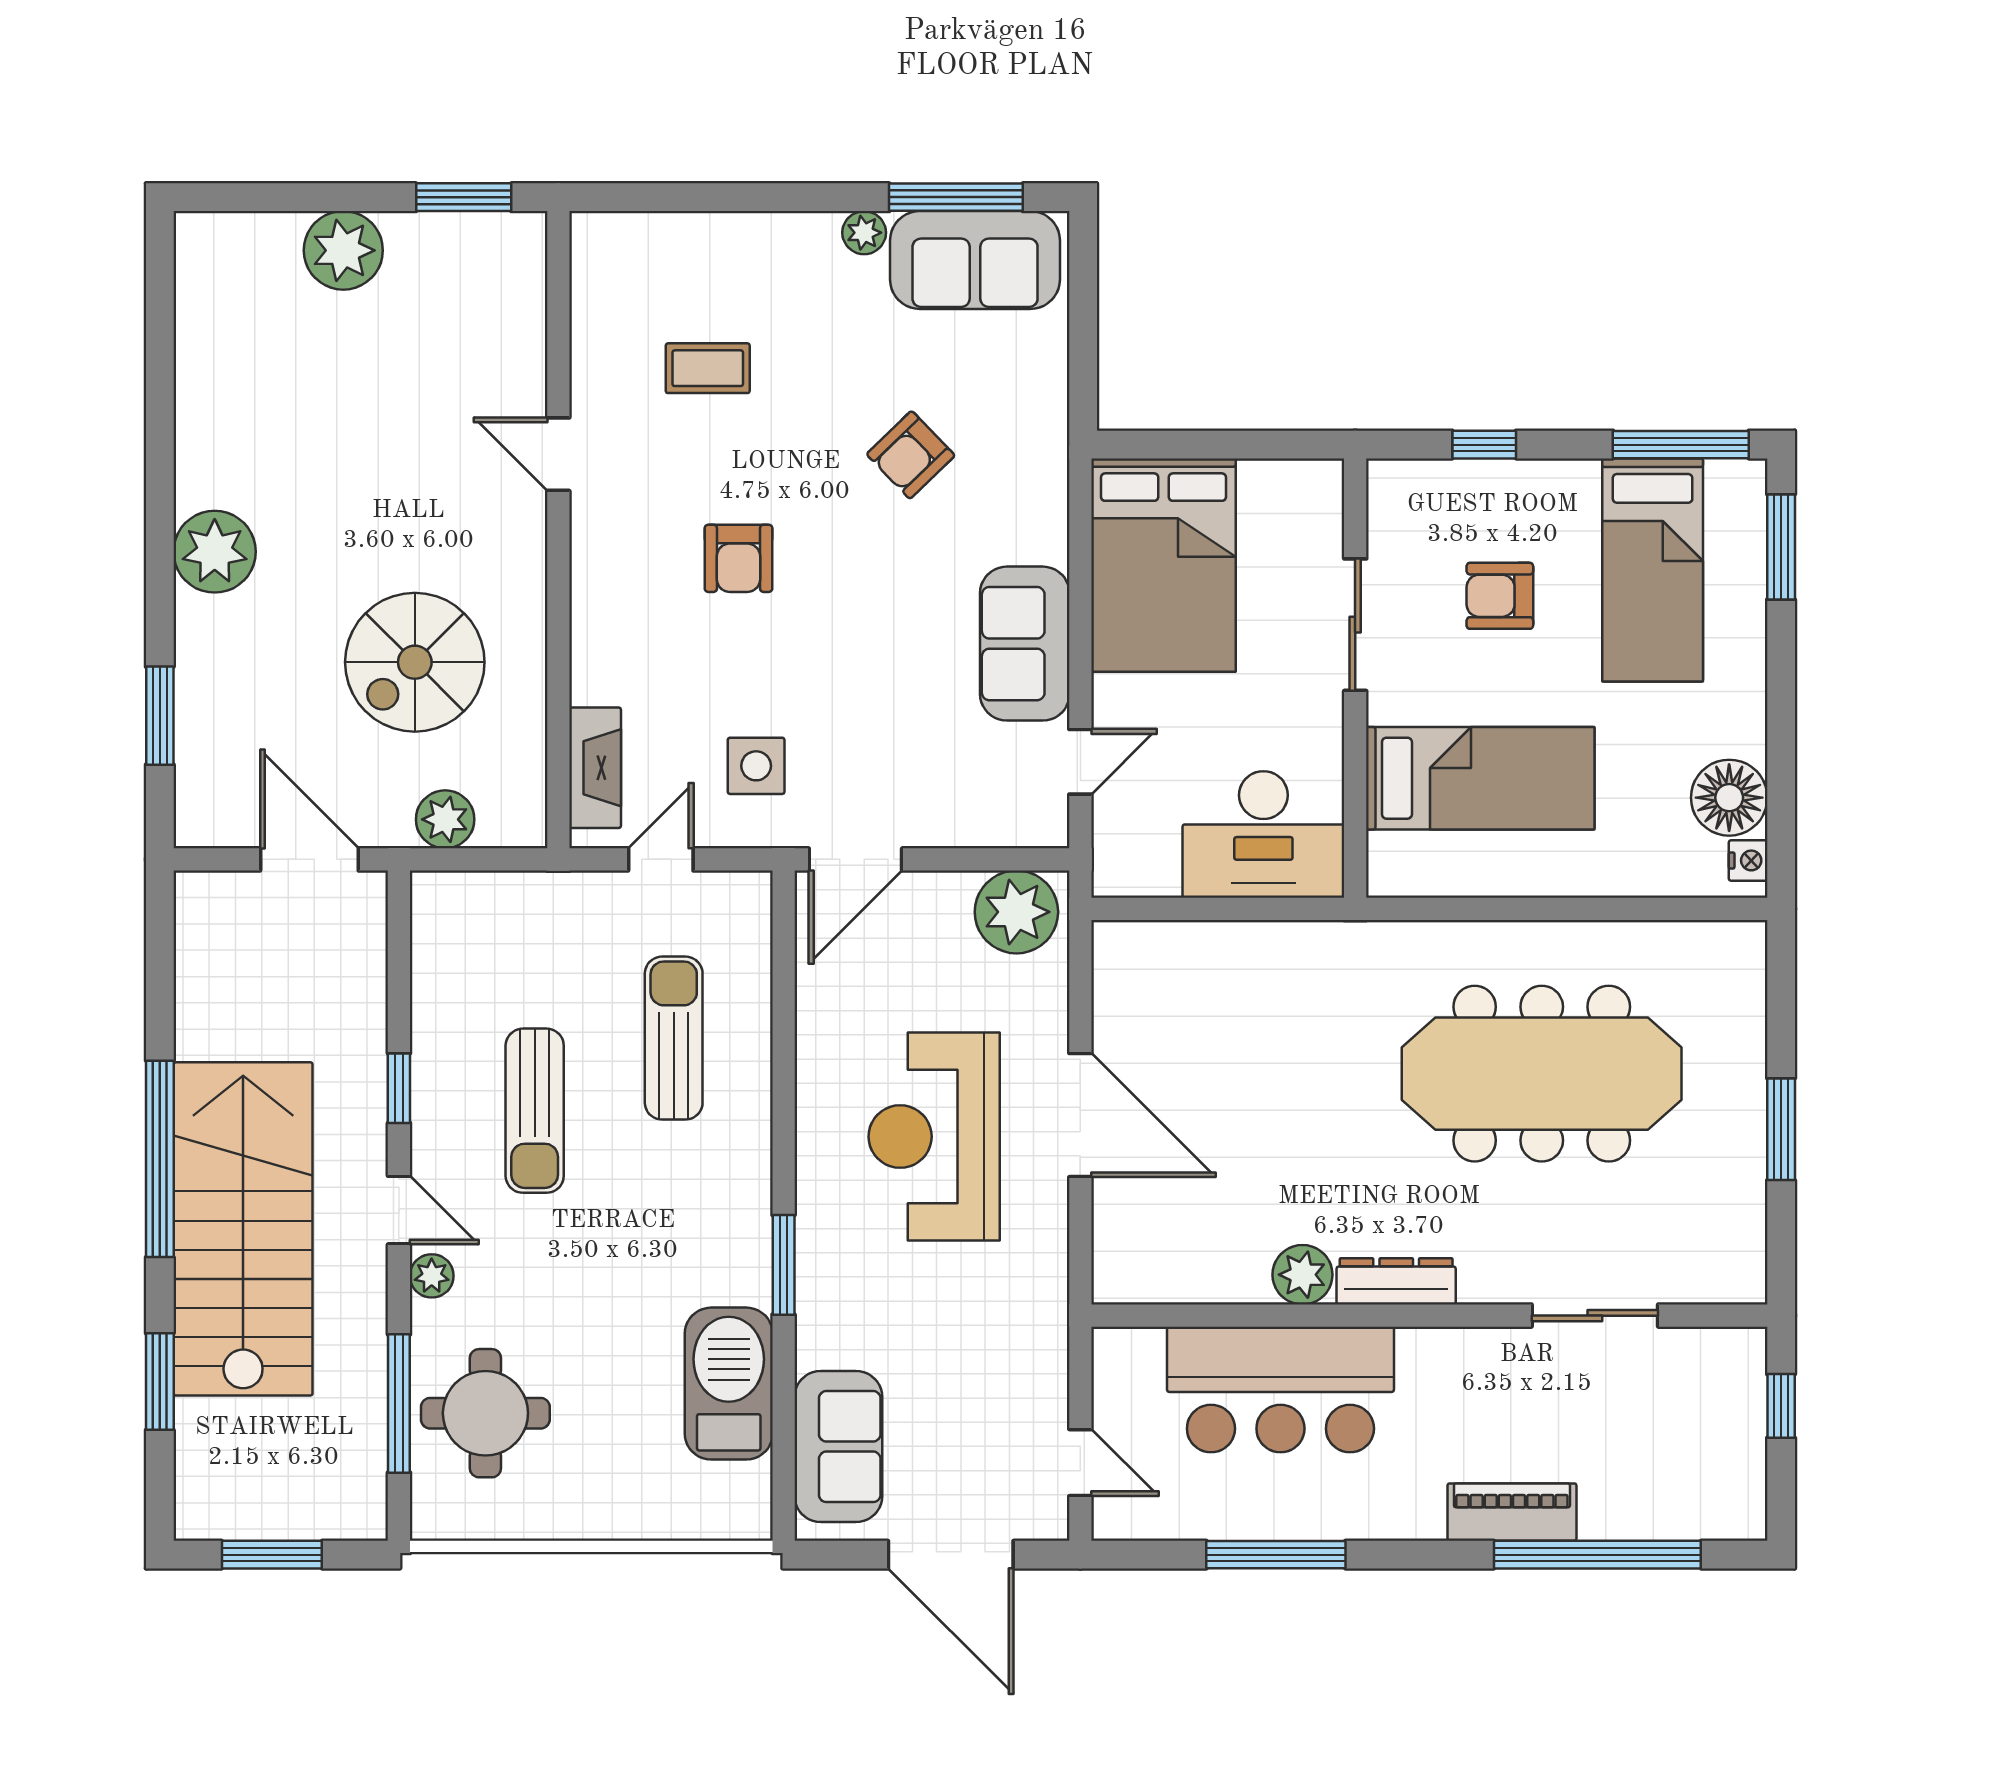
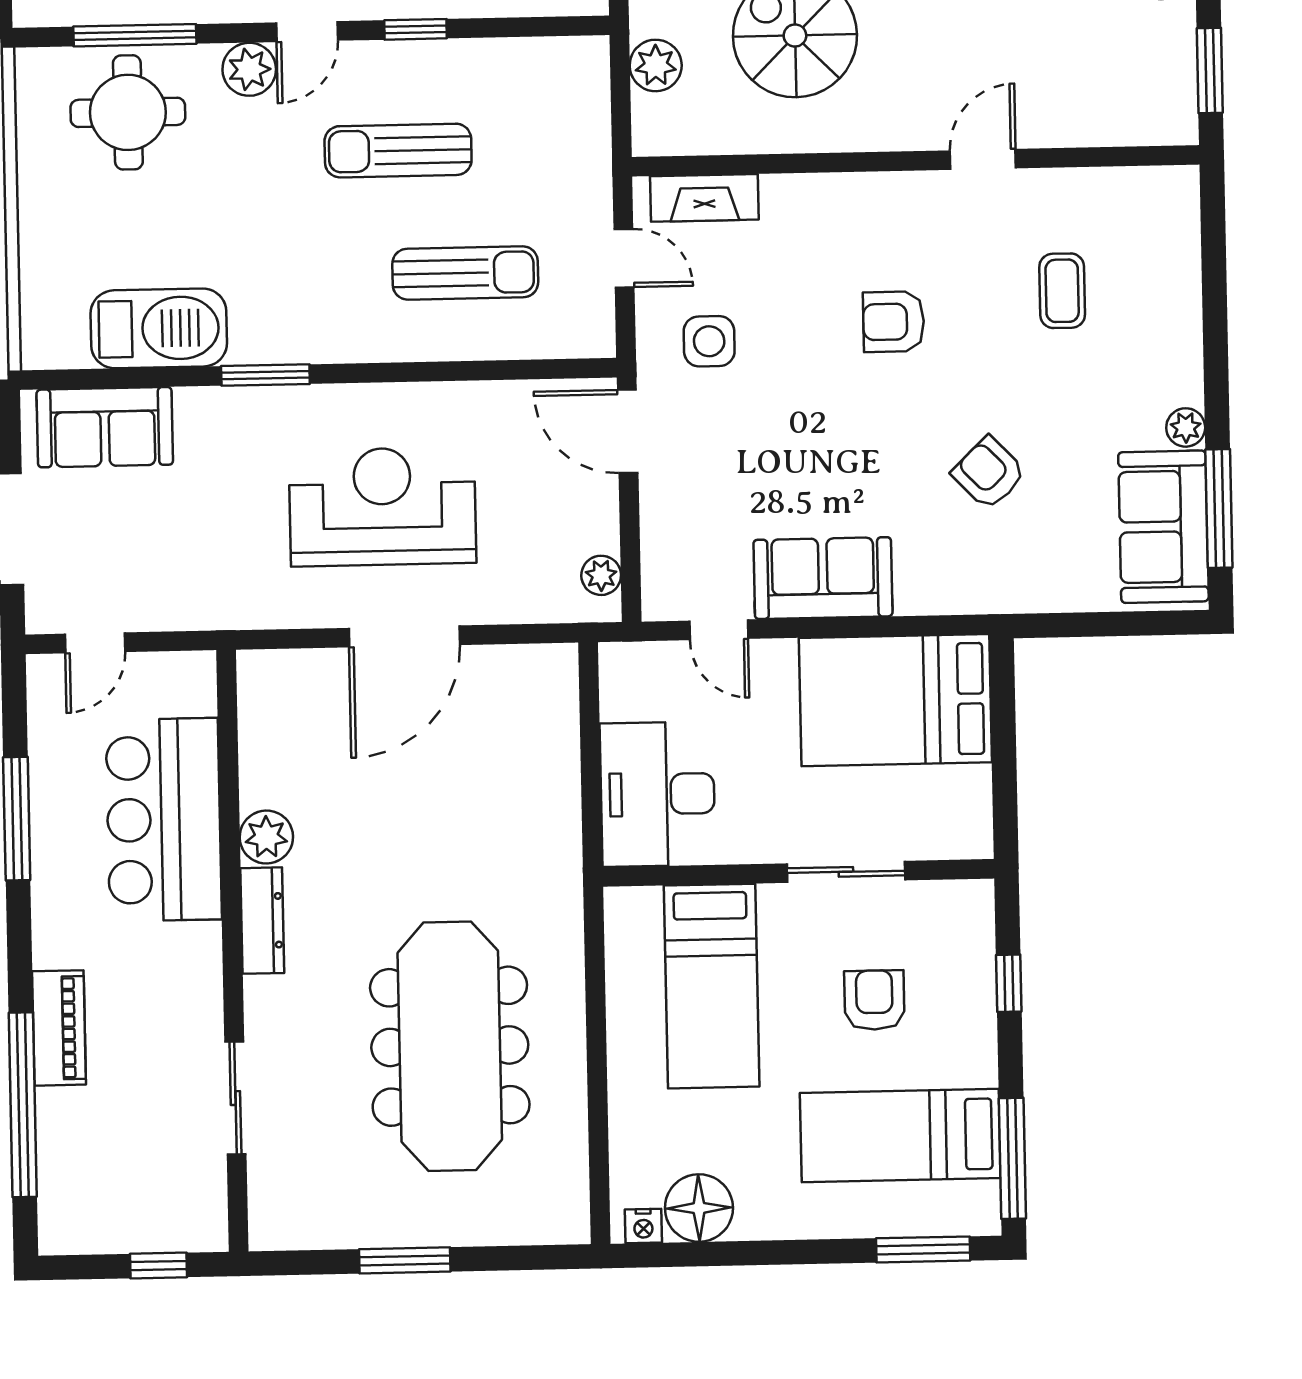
plant: (1016, 912) -> (601, 575), width x0.53, depth x0.53
plant: (432, 1276) -> (249, 69), width x1.38, depth x1.38

